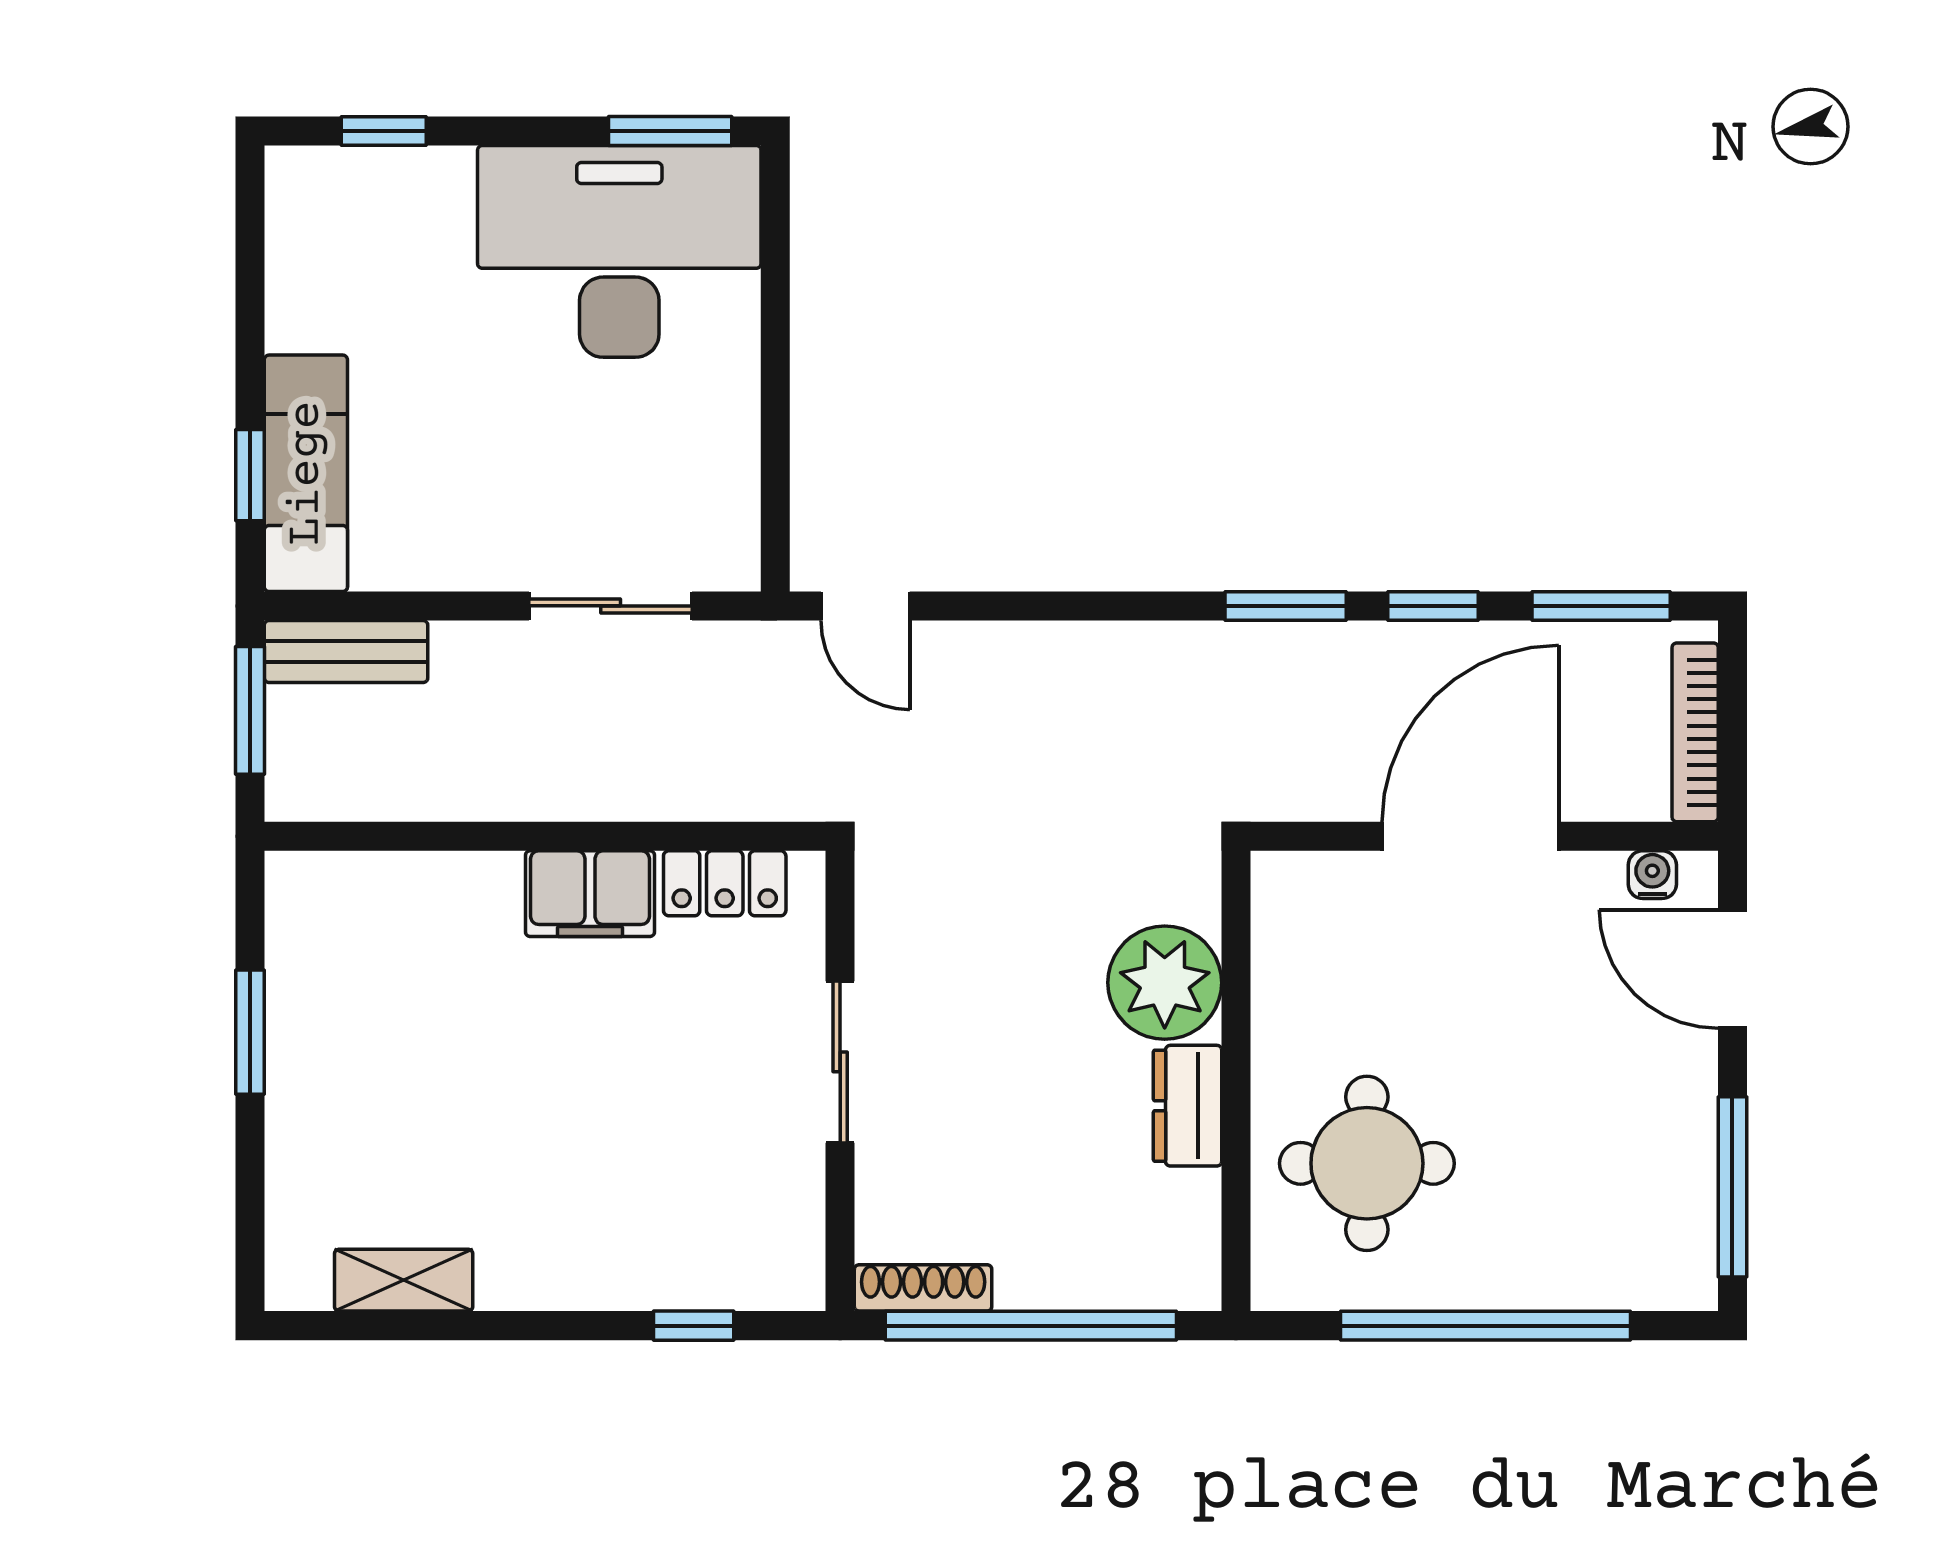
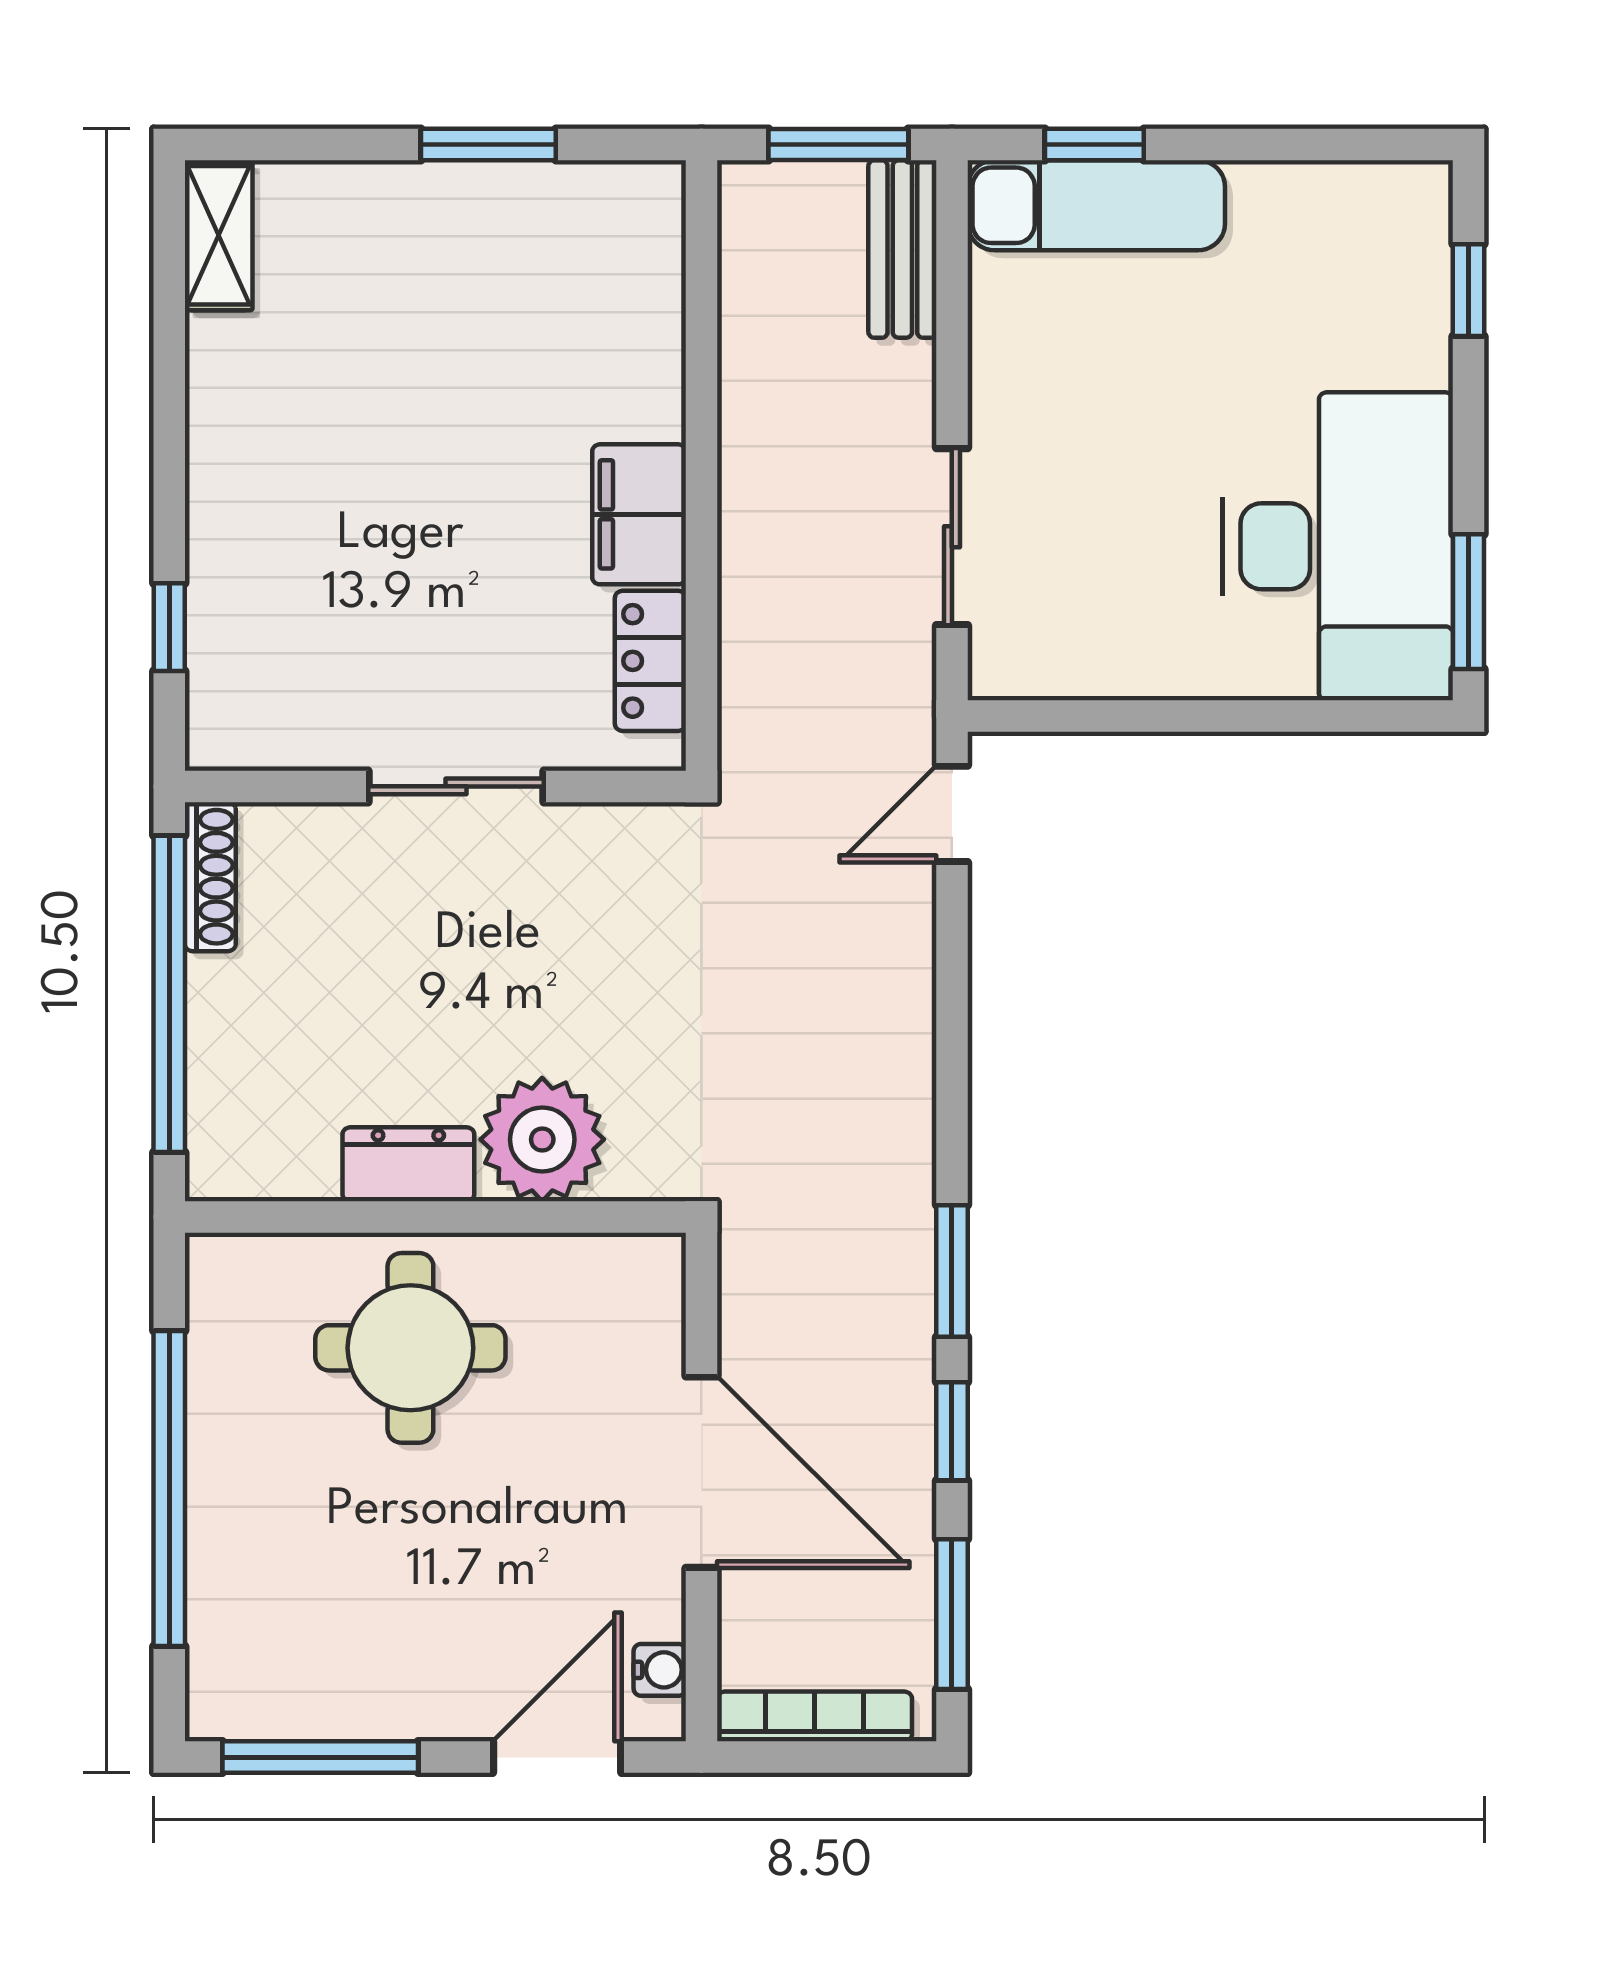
round table: (1367, 1163) -> (410, 1348), moved
shelving: (404, 1280) -> (219, 235), moved

